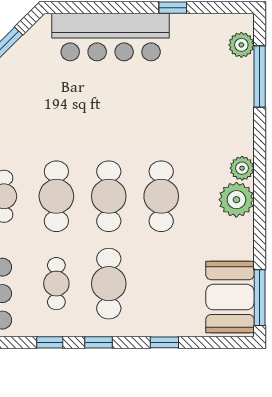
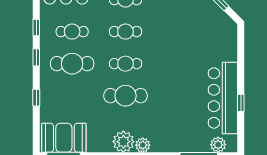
bar counter: (111, 37) -> (223, 98), moved
cafe table: (56, 196) -> (126, 32), width x0.73, depth x0.74
cafe table: (109, 196) -> (126, 64), width x0.73, depth x0.74

